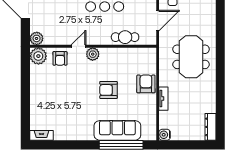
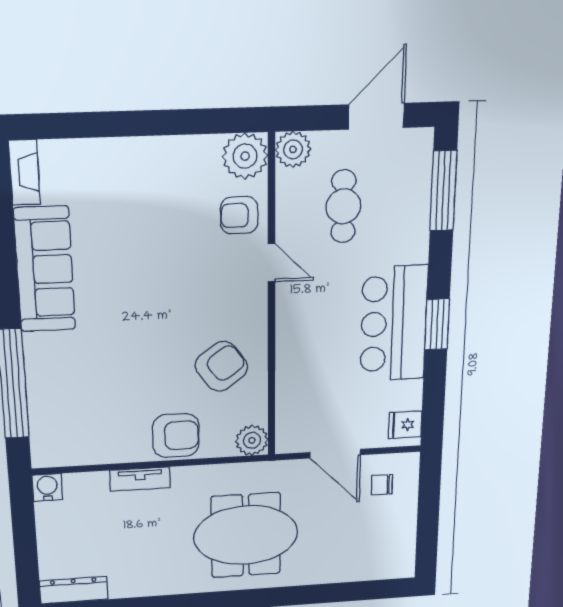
cafe table: (125, 37) -> (343, 206), moved
plant: (93, 54) -> (252, 440), moved
armchair: (108, 90) -> (221, 366), moved, turned 54
sofa: (117, 130) -> (45, 269), moved

